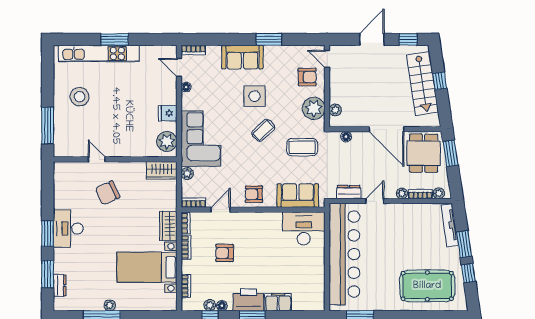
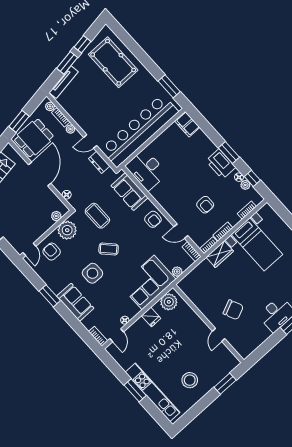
window: (48, 126) -> (225, 384), width x0.69
wardrobe: (162, 170) -> (189, 289), removed
filing cabinet: (278, 302) -> (187, 124), moved

